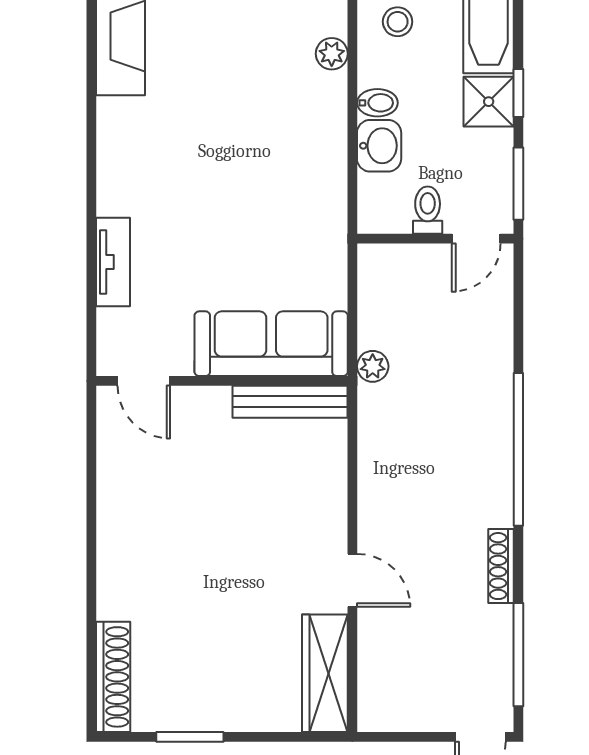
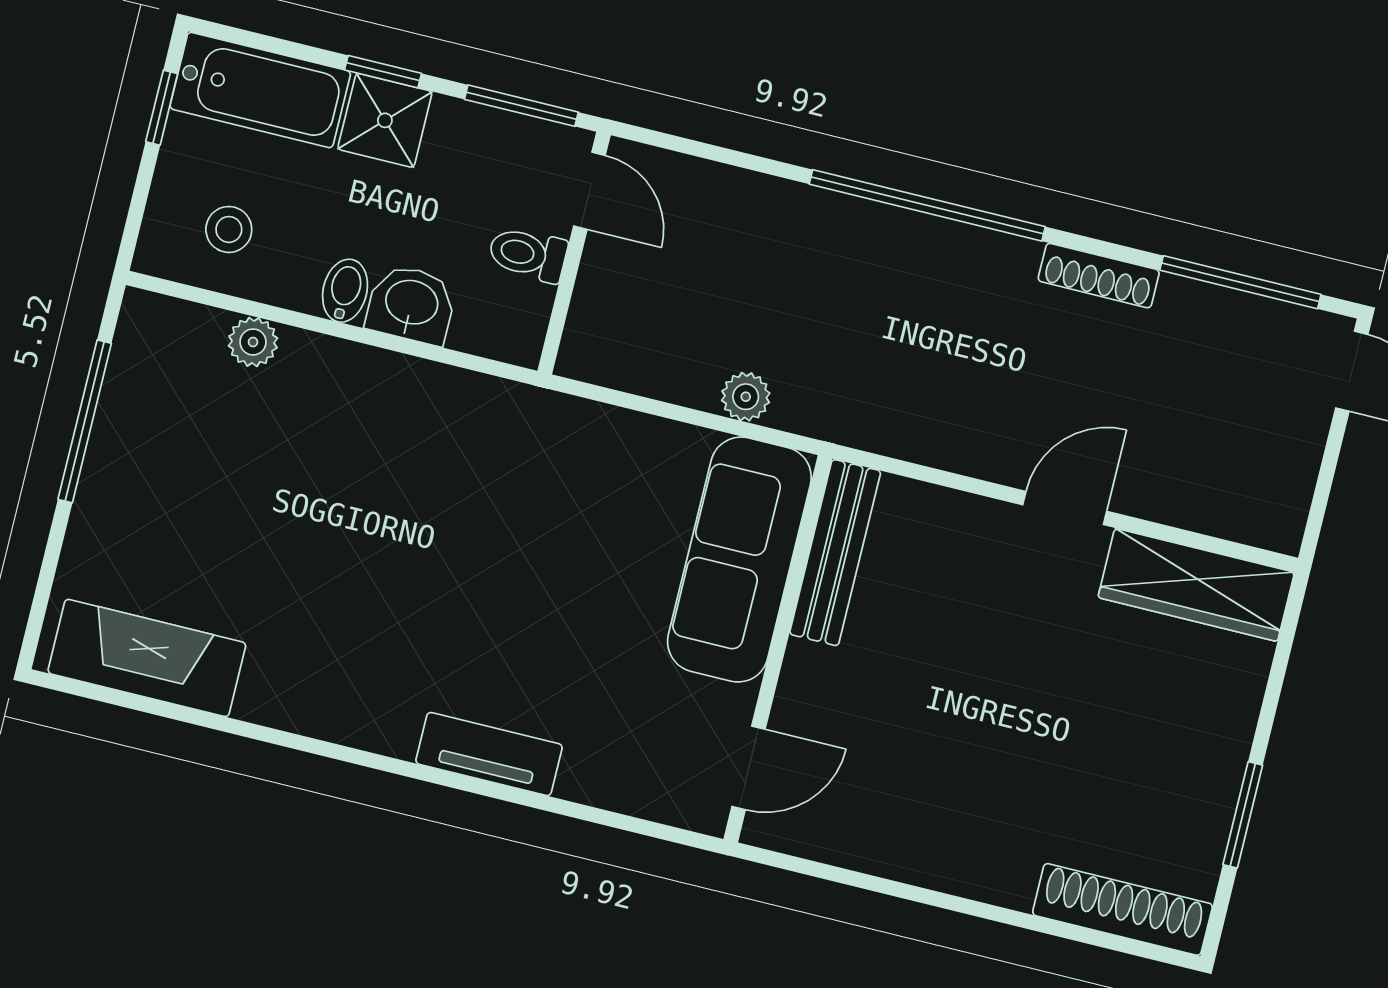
sofa: (271, 344) -> (739, 560), moved
door: (144, 381) -> (749, 768), moved
wall: (222, 381) -> (778, 649), moved
bench: (290, 402) -> (835, 553), moved

